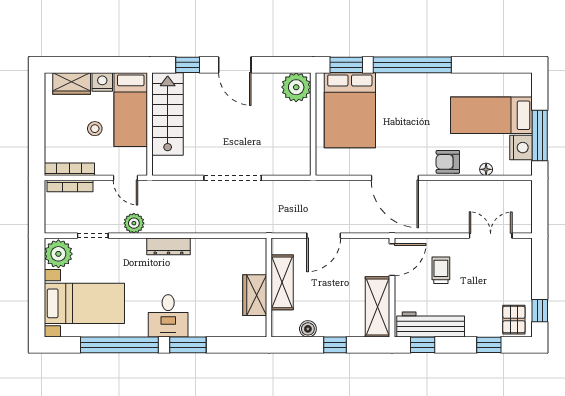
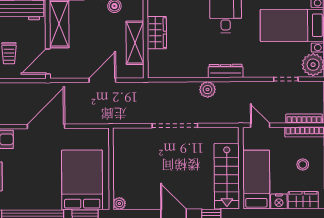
plant: (296, 87) -> (119, 204), width x0.53, depth x0.53
stool: (95, 129) -> (303, 165), moved
door: (395, 178) -> (46, 126), hinge flipped
plant: (134, 223) -> (207, 90), moved

